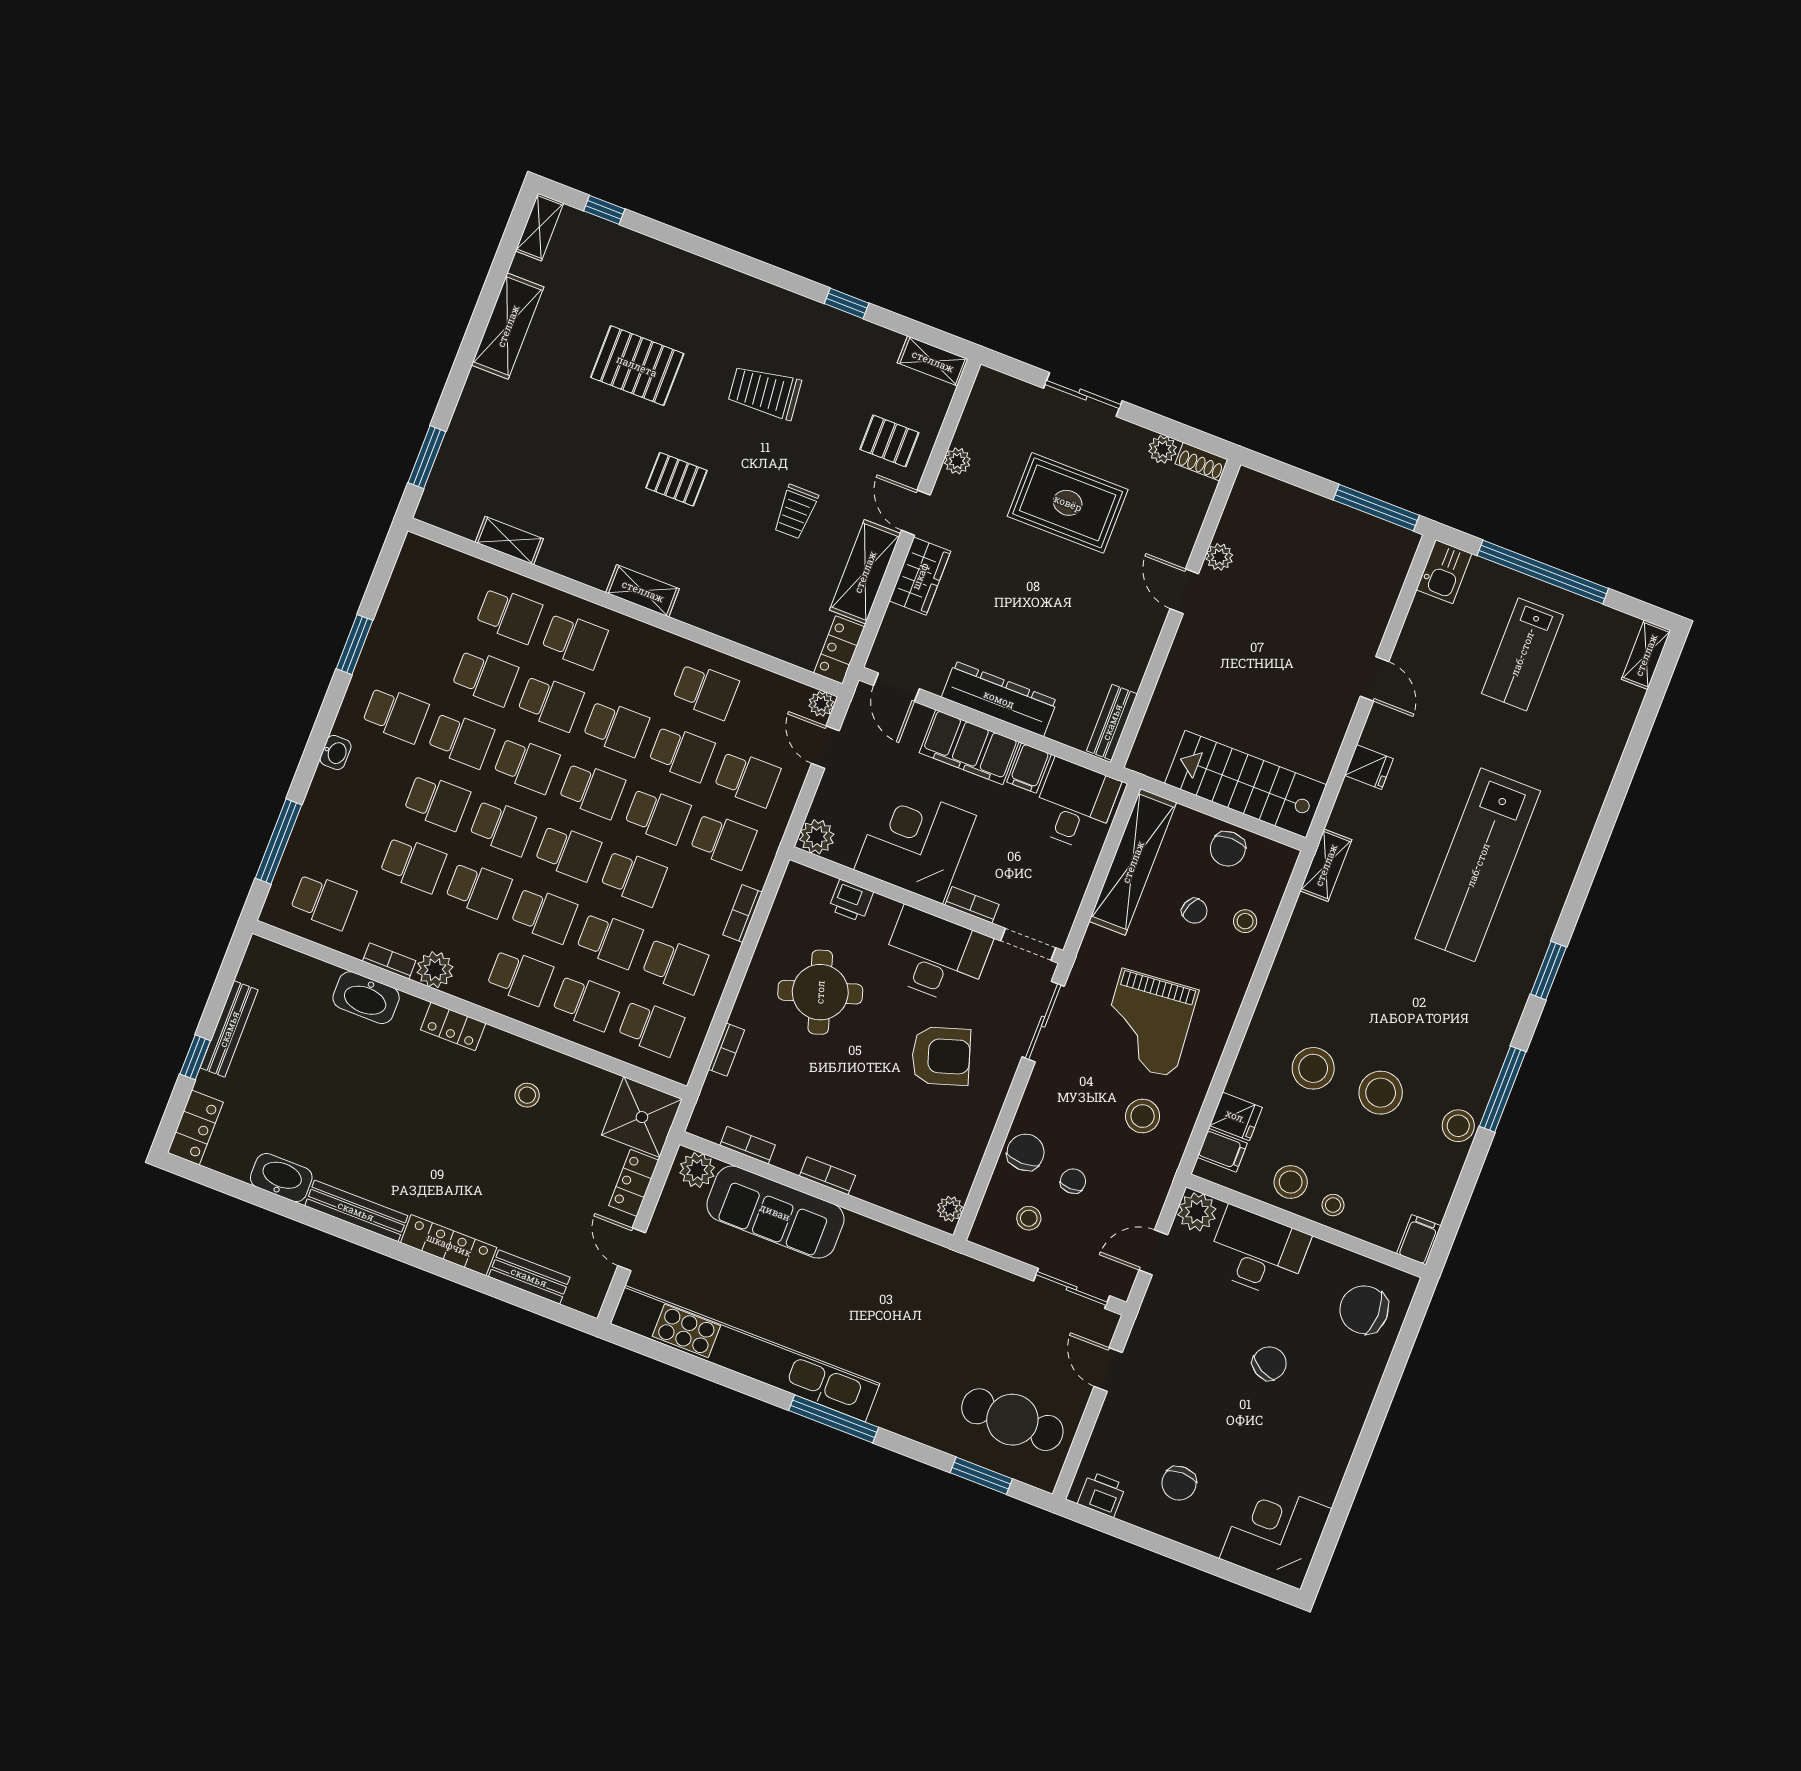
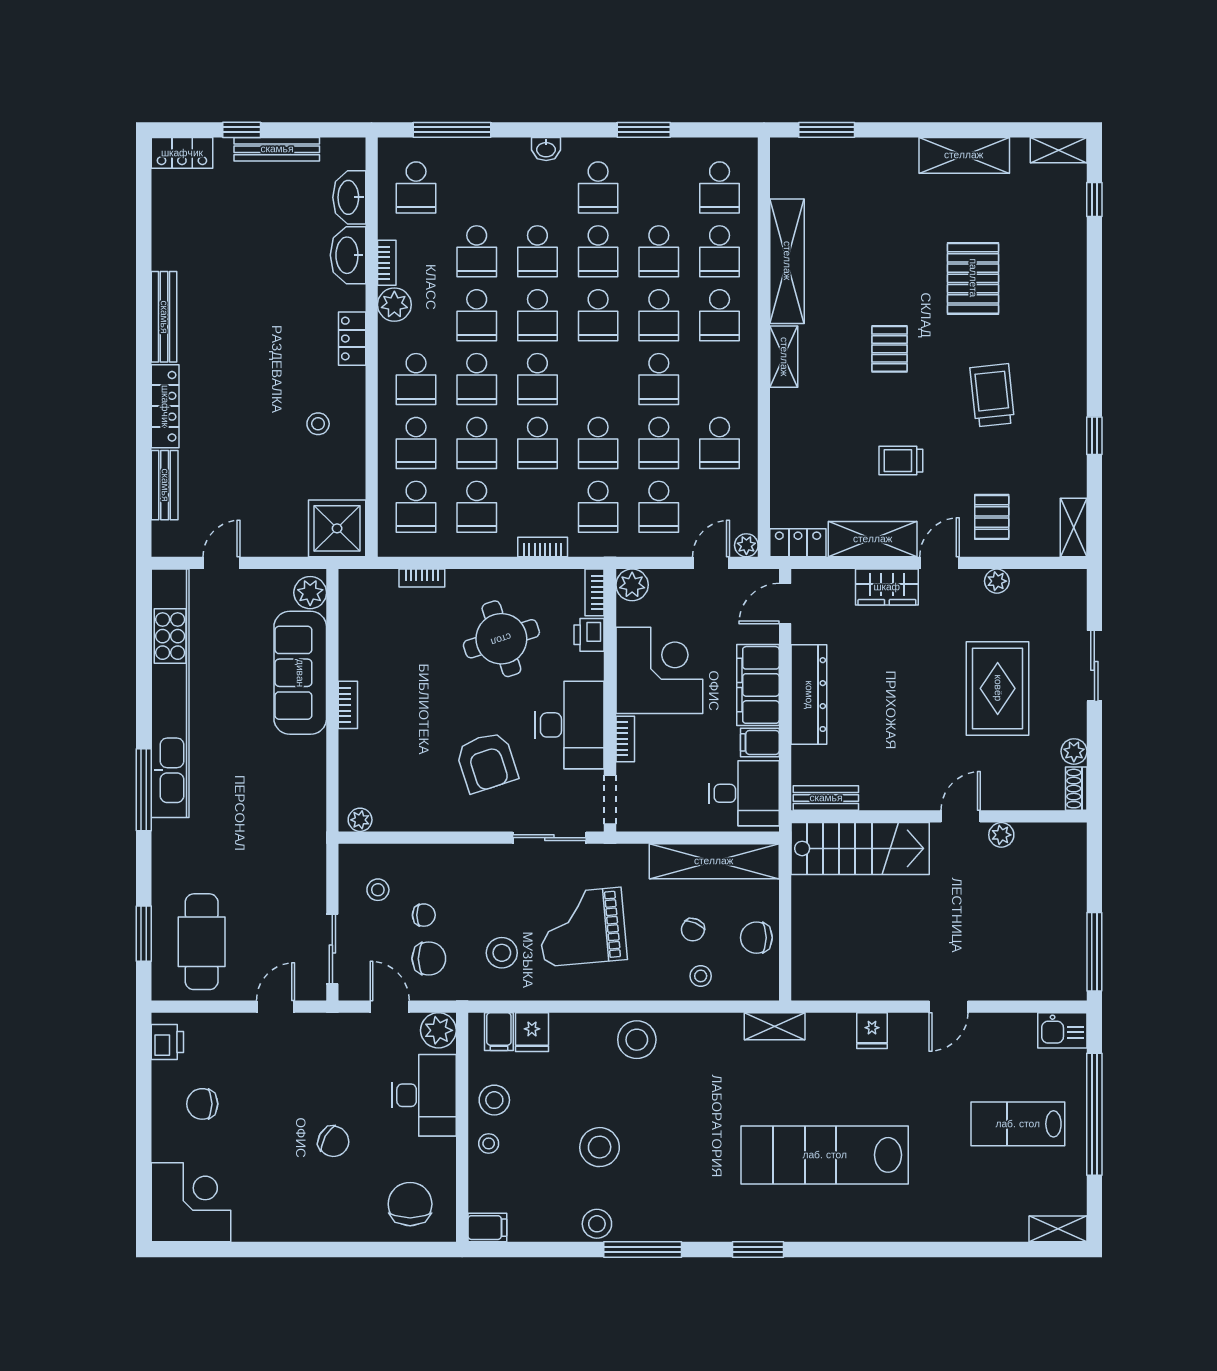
shelving: (509, 541) -> (787, 261), width x2.20, depth x1.33
stairs: (1246, 784) -> (860, 848), moved, turned 90
school desk: (592, 790) -> (720, 187), moved
stool: (1313, 1068) -> (637, 1040), moved
bookcase: (748, 1145) -> (595, 592), moved, turned 180
chair: (1026, 1152) -> (429, 959), moved
washbasin: (281, 1178) -> (349, 197), moved, turned 180
locker: (634, 1183) -> (279, 543), removed

